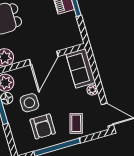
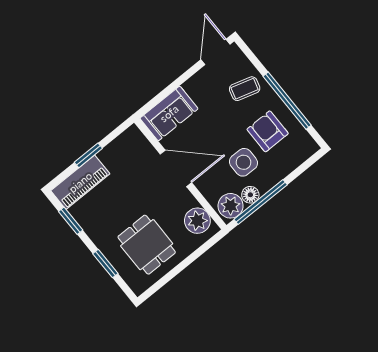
plant: (92, 90) -> (191, 86), removed
armchair: (43, 126) -> (268, 131), turned -90

